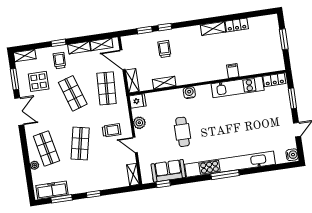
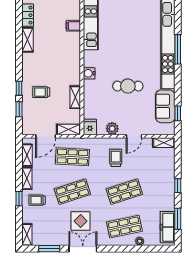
display table: (39, 81) -> (81, 221), moved
shop shelf: (80, 143) -> (124, 192), turned -30

